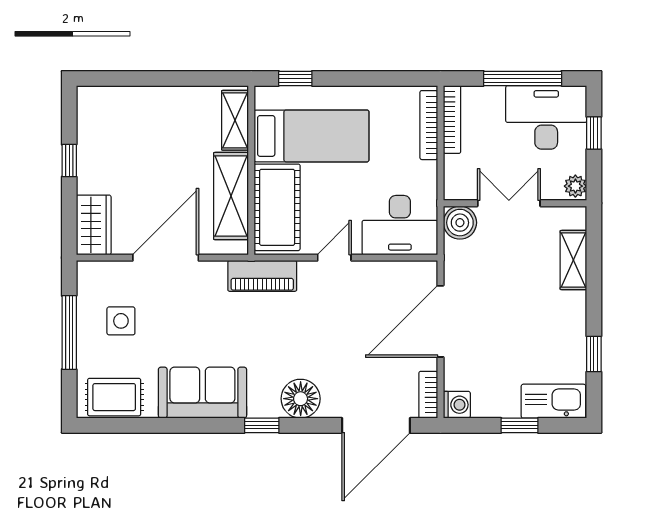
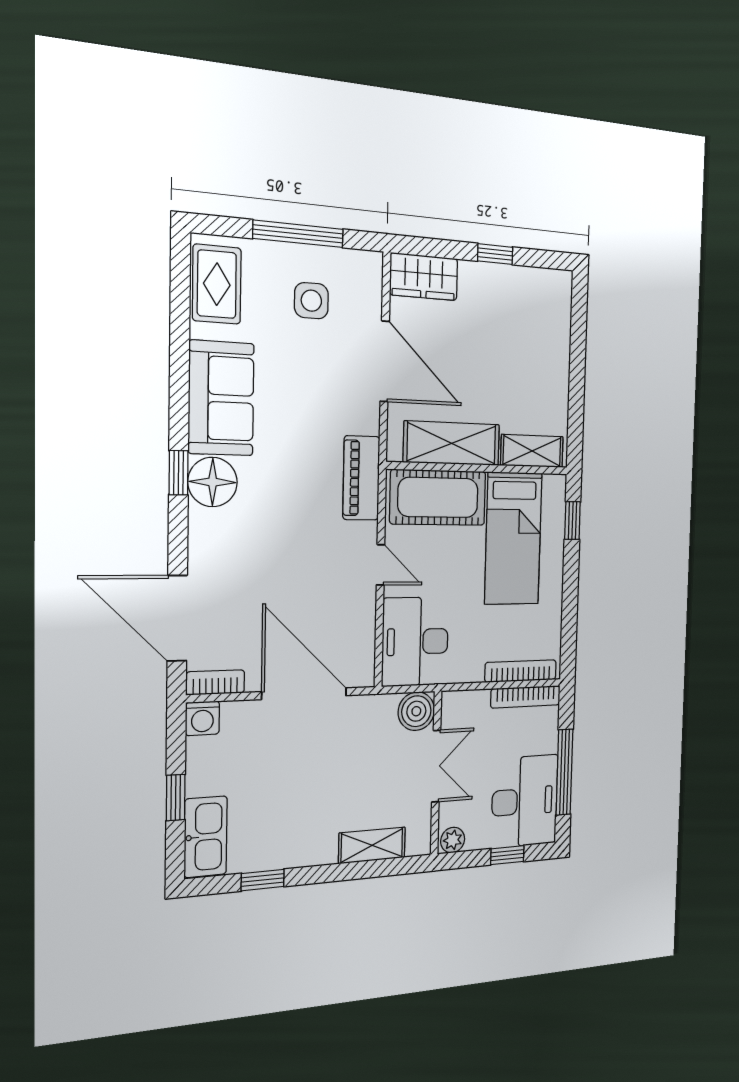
floor lamp: (301, 399) -> (213, 482), moved

